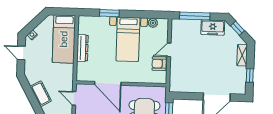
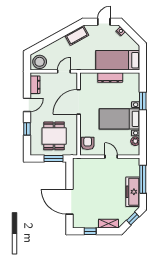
freezer: (213, 28) -> (133, 192), width x1.40
armchair: (159, 64) -> (88, 143), moved
cot: (41, 94) -> (77, 35), moved

